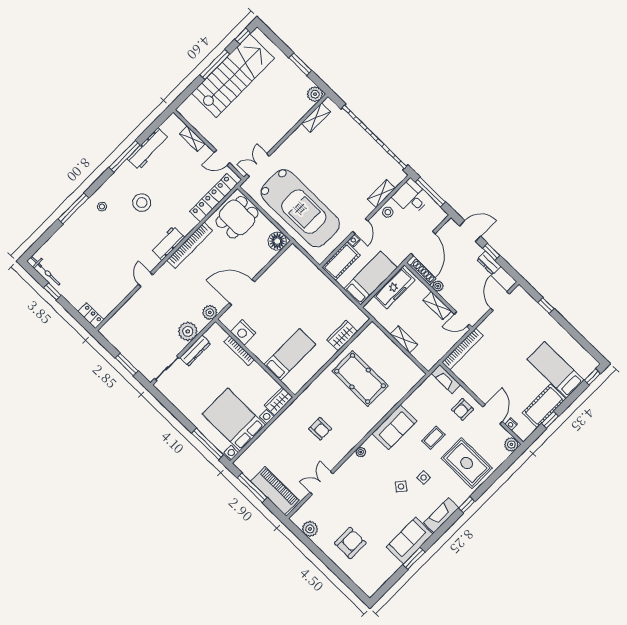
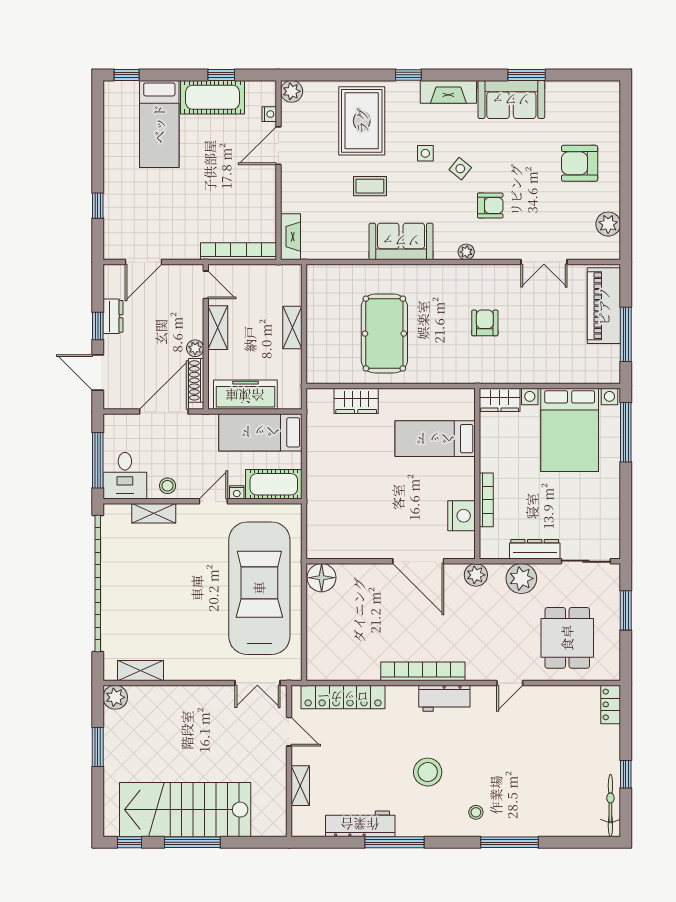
dining table: (237, 217) -> (567, 638), moved, turned 90
armchair: (463, 409) -> (490, 205), moved

